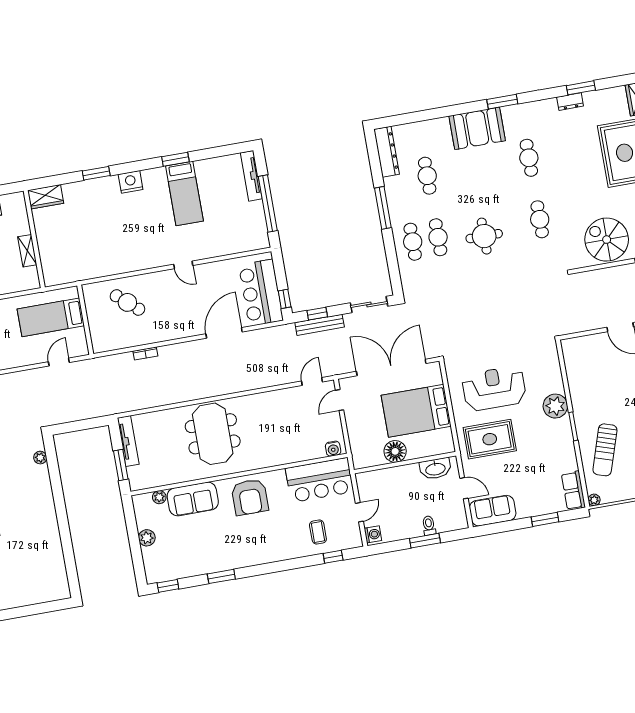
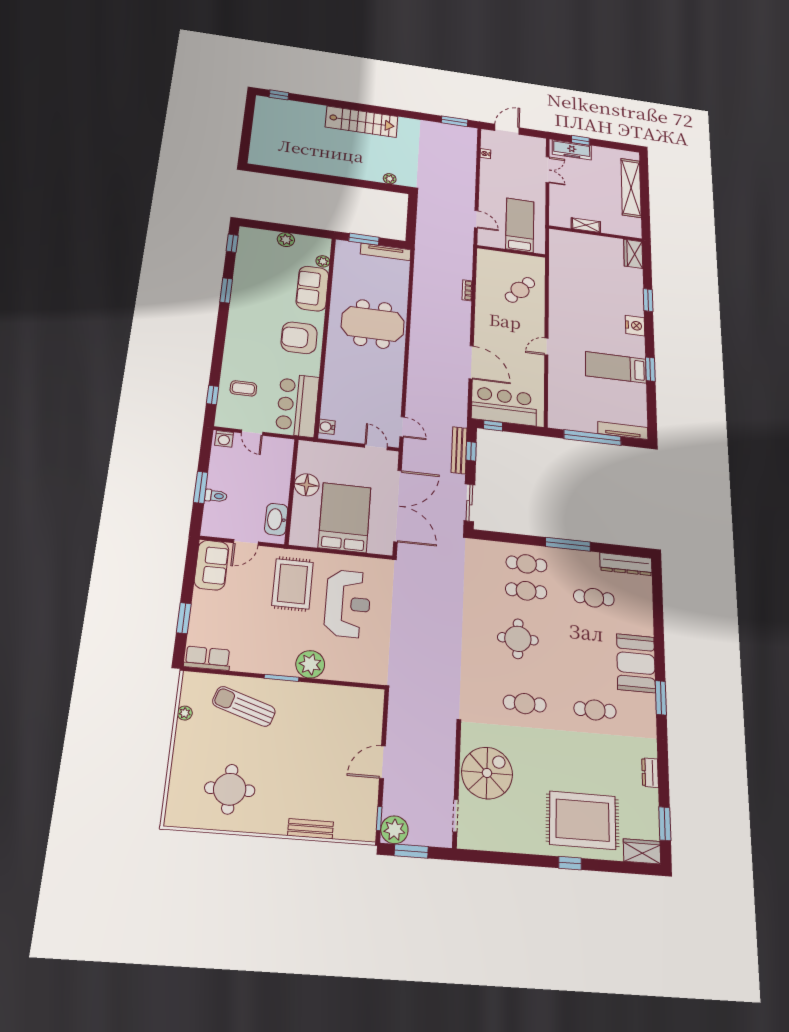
window: (581, 88) -> (665, 824), moved
plant: (594, 500) -> (185, 713), moved

